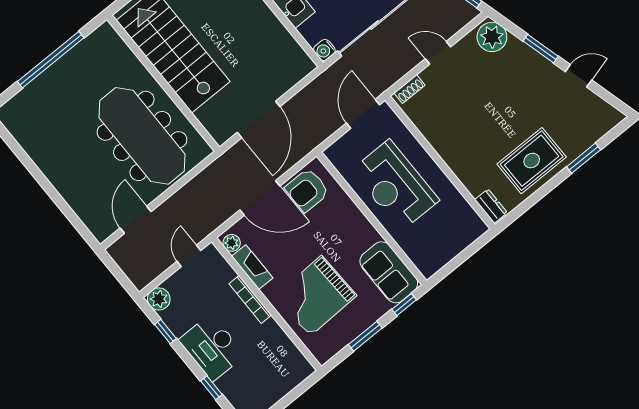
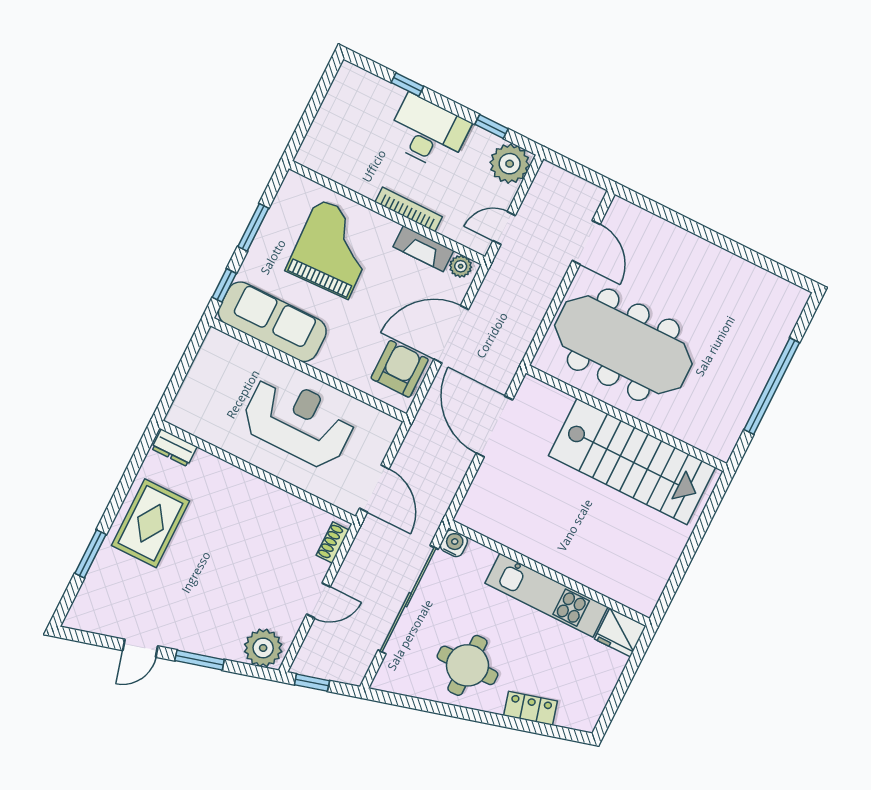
door: (189, 256) -> (504, 228), swing flipped
sofa: (389, 272) -> (272, 322), width x1.36
plant: (159, 299) -> (510, 164), width x1.36, depth x1.36

